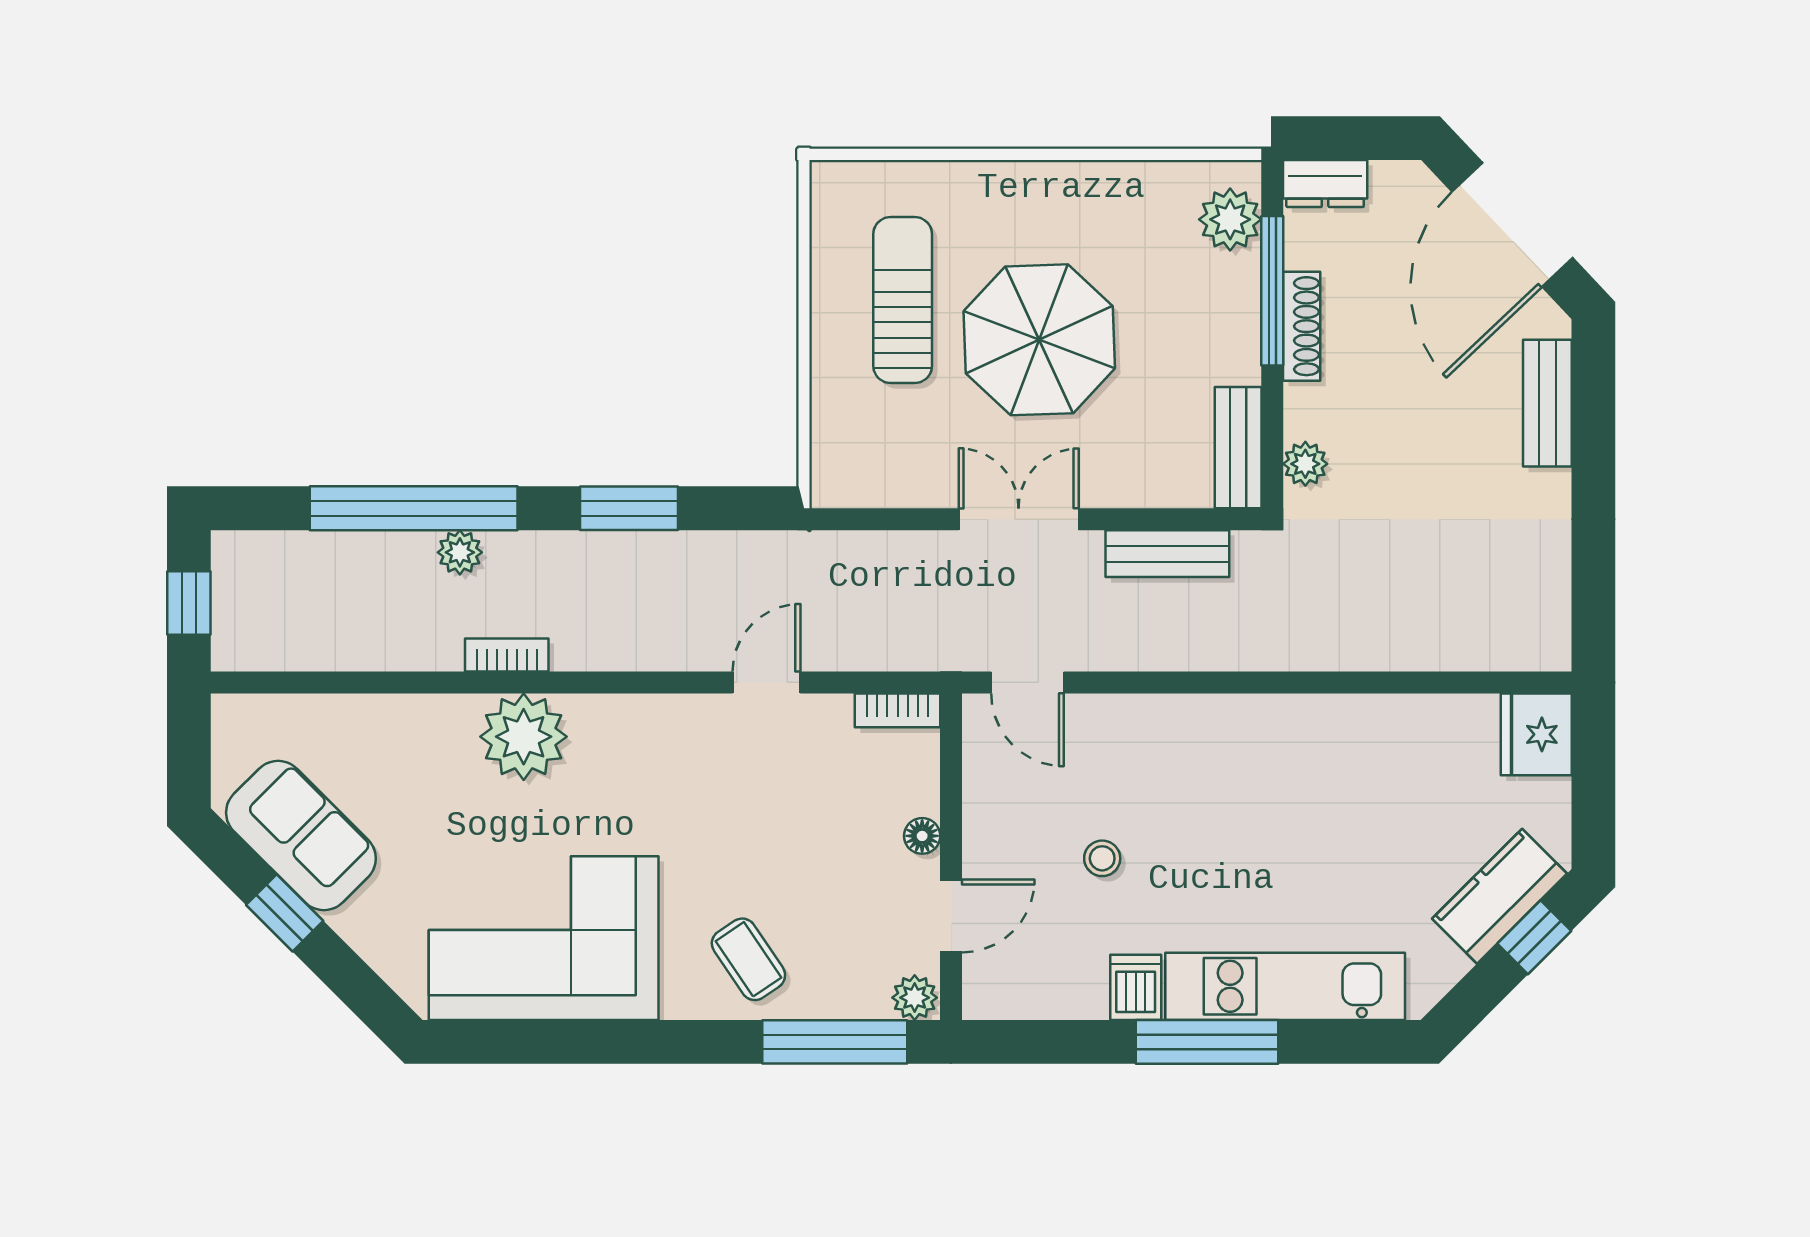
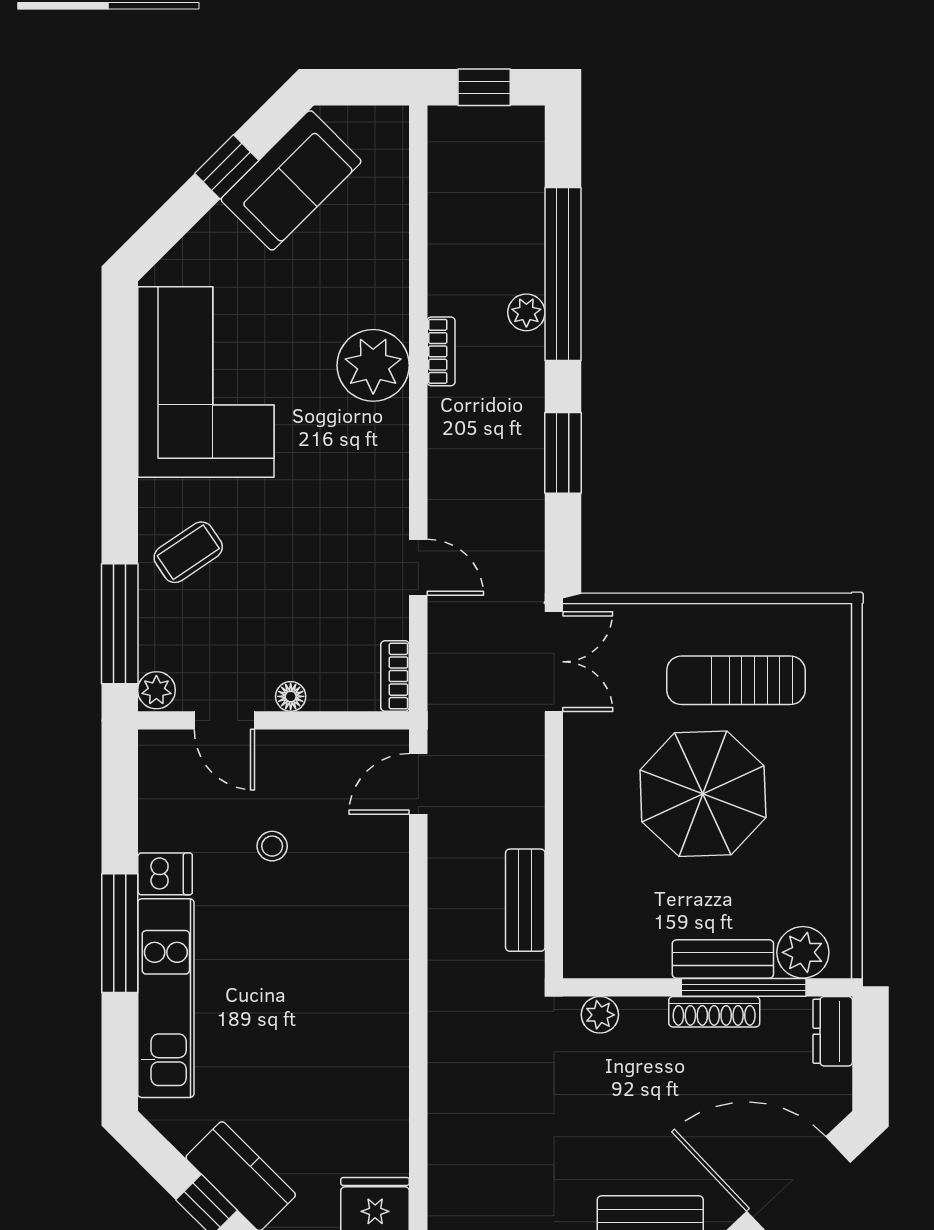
sun lounger: (903, 300) -> (736, 680), turned 180
bench: (1238, 448) -> (723, 959), moved
double door: (1019, 519) -> (554, 662), moved

